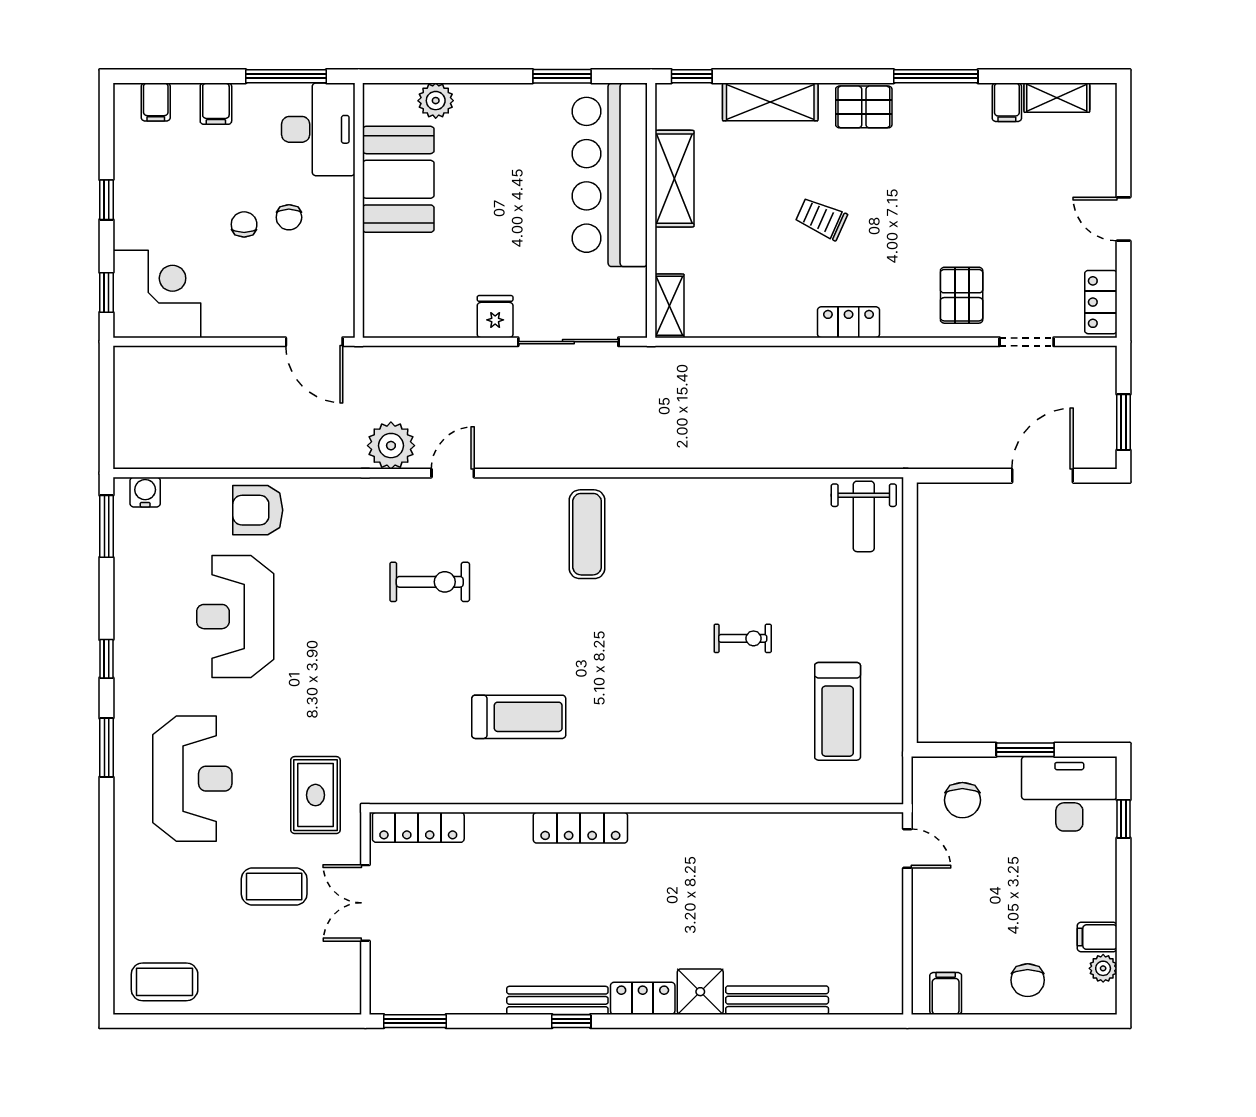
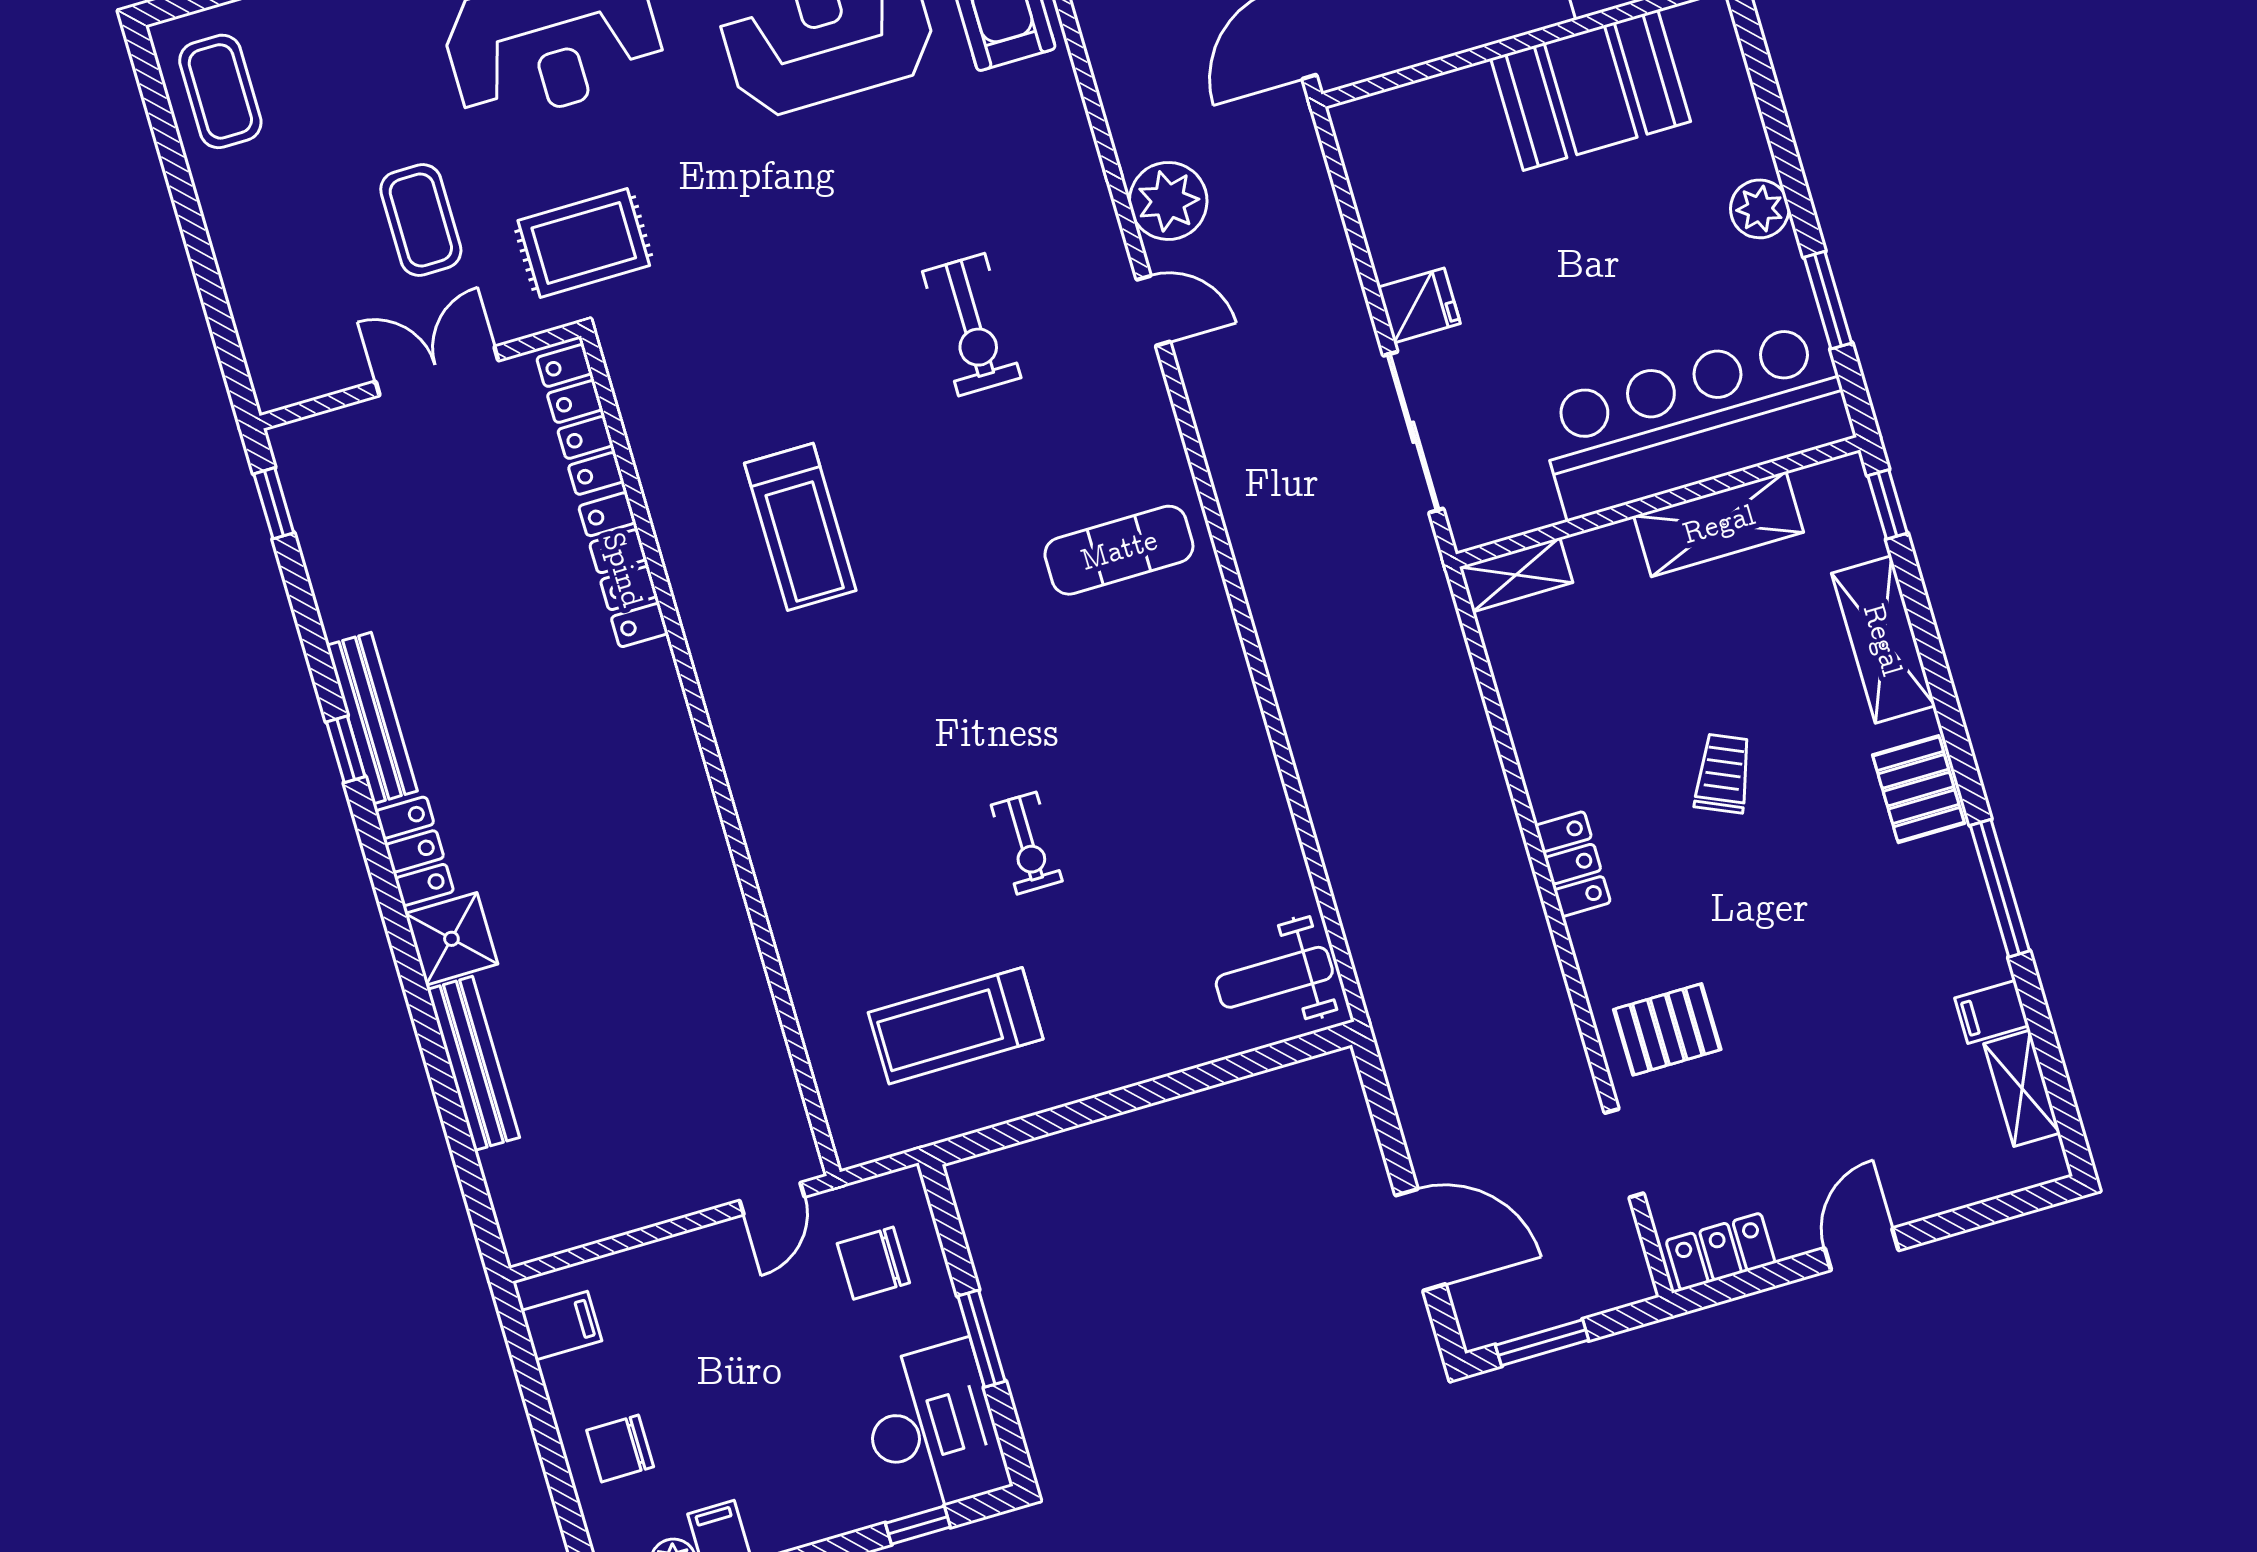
plant: (436, 101) -> (1760, 209), moved
locker: (580, 828) -> (623, 570), moved
window: (415, 1021) -> (274, 503), width x0.67

